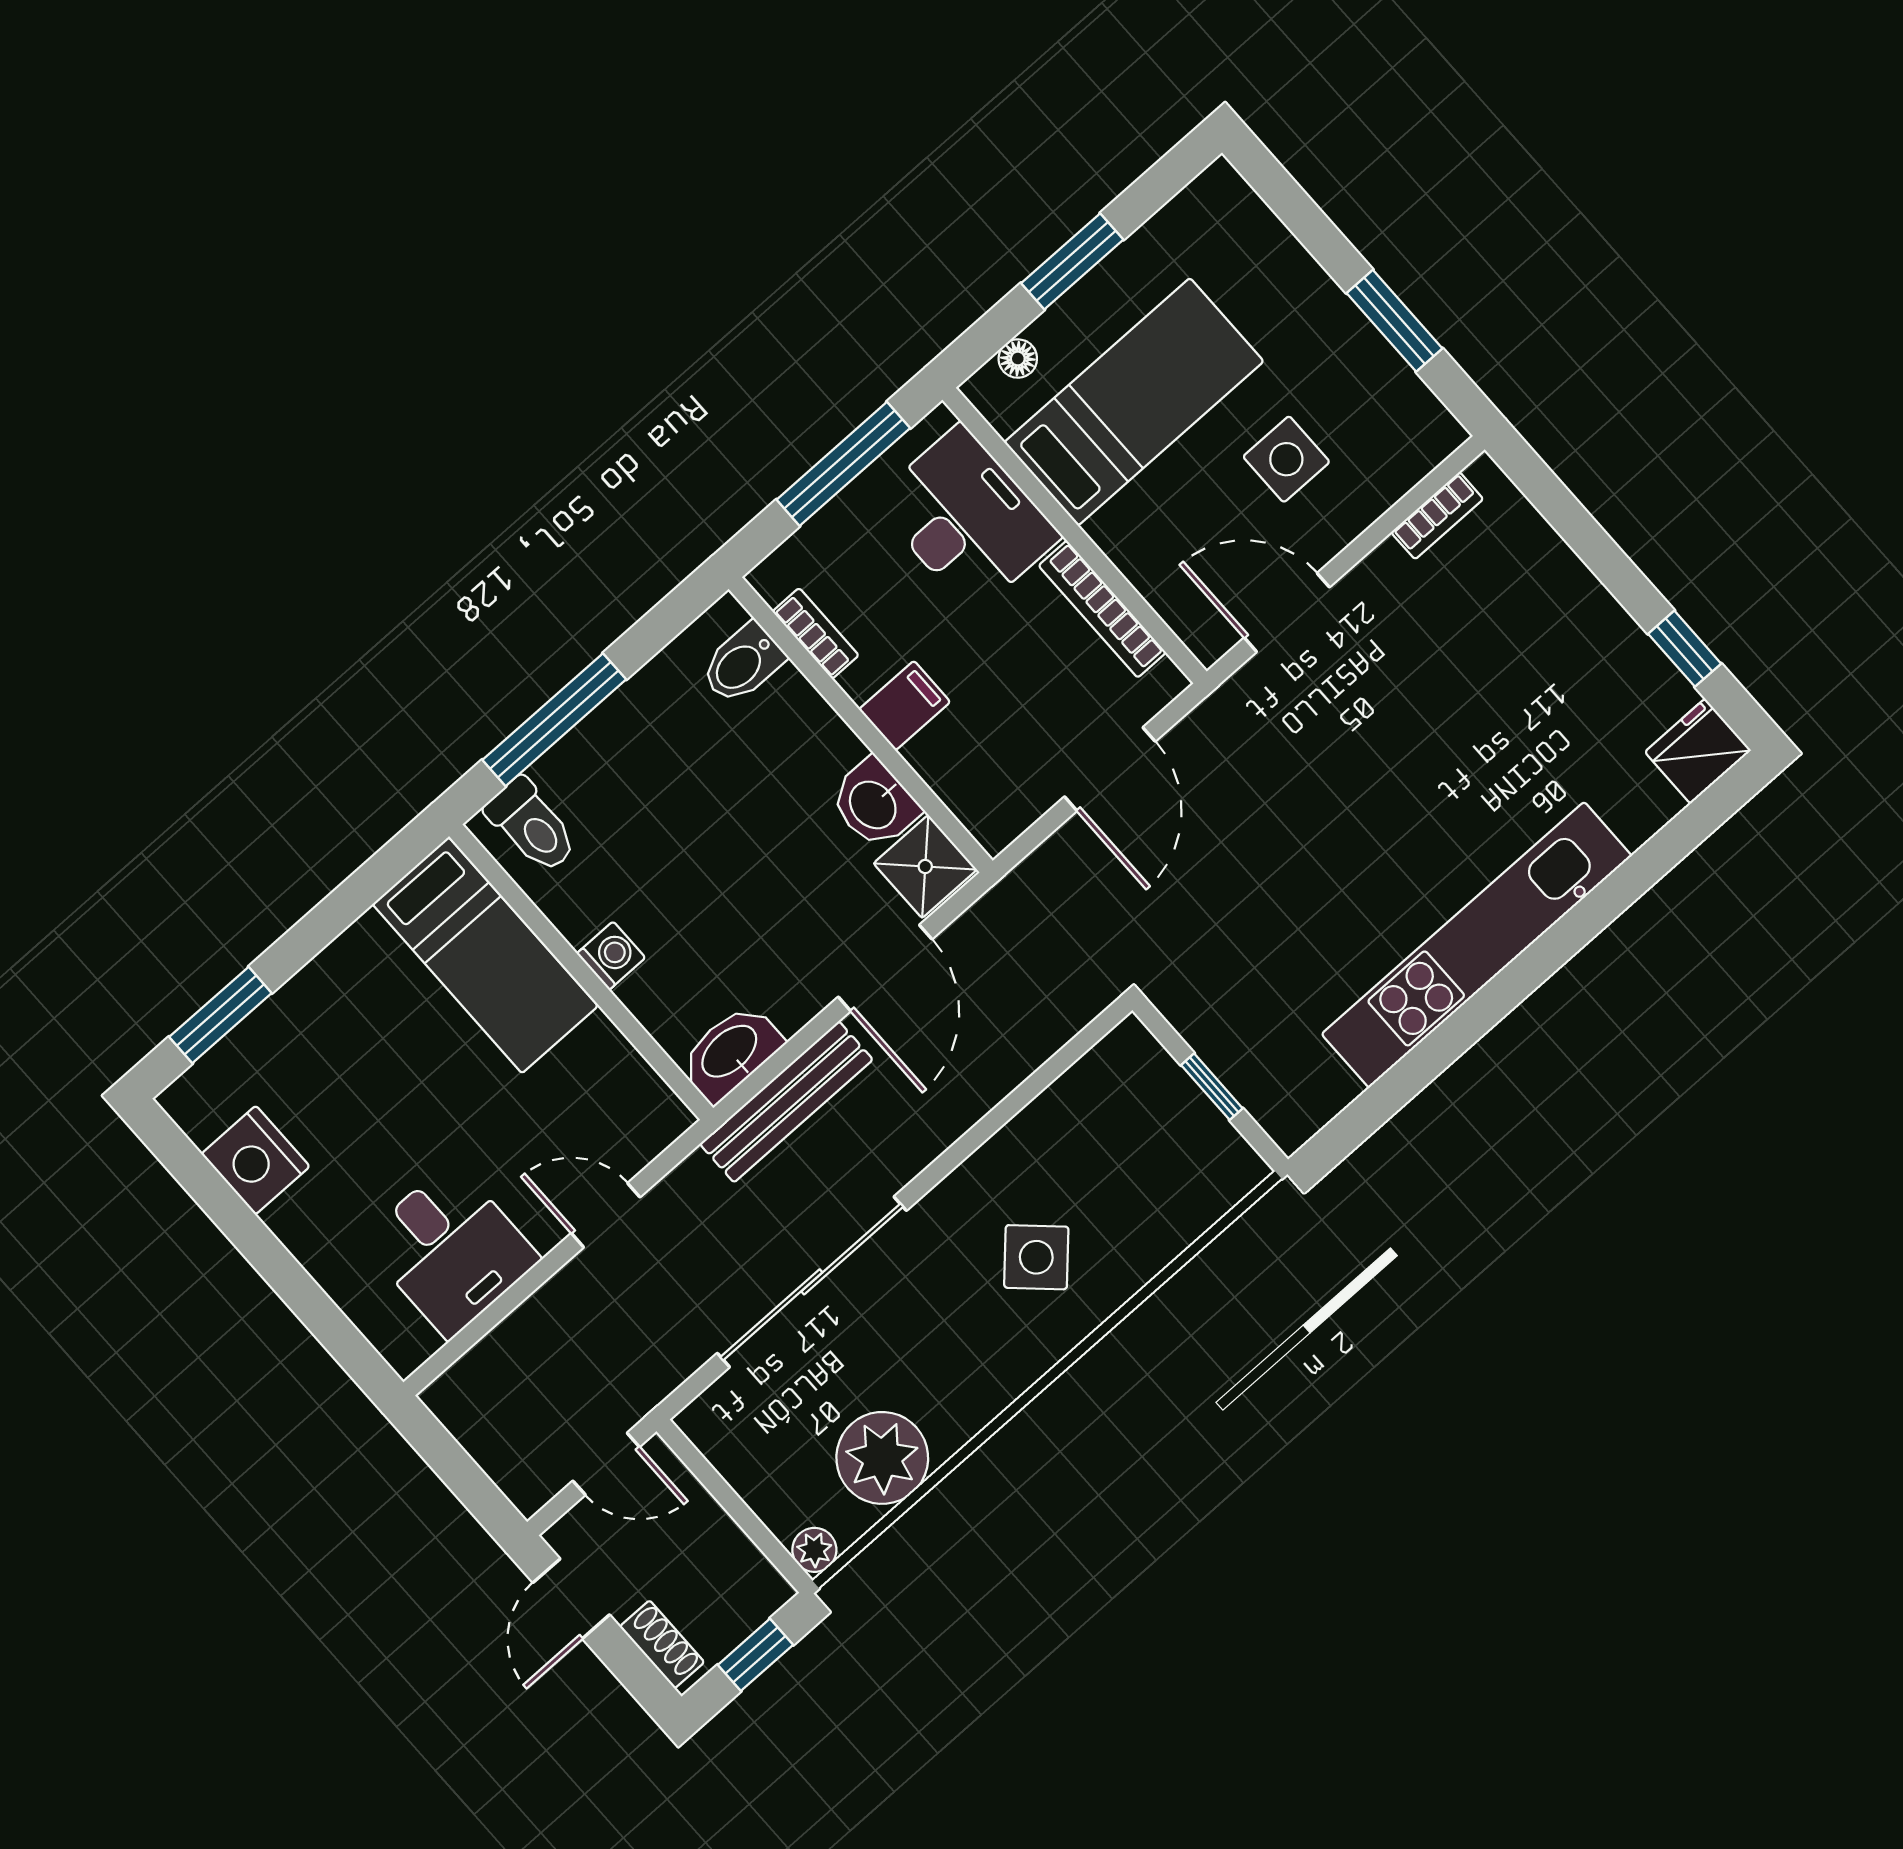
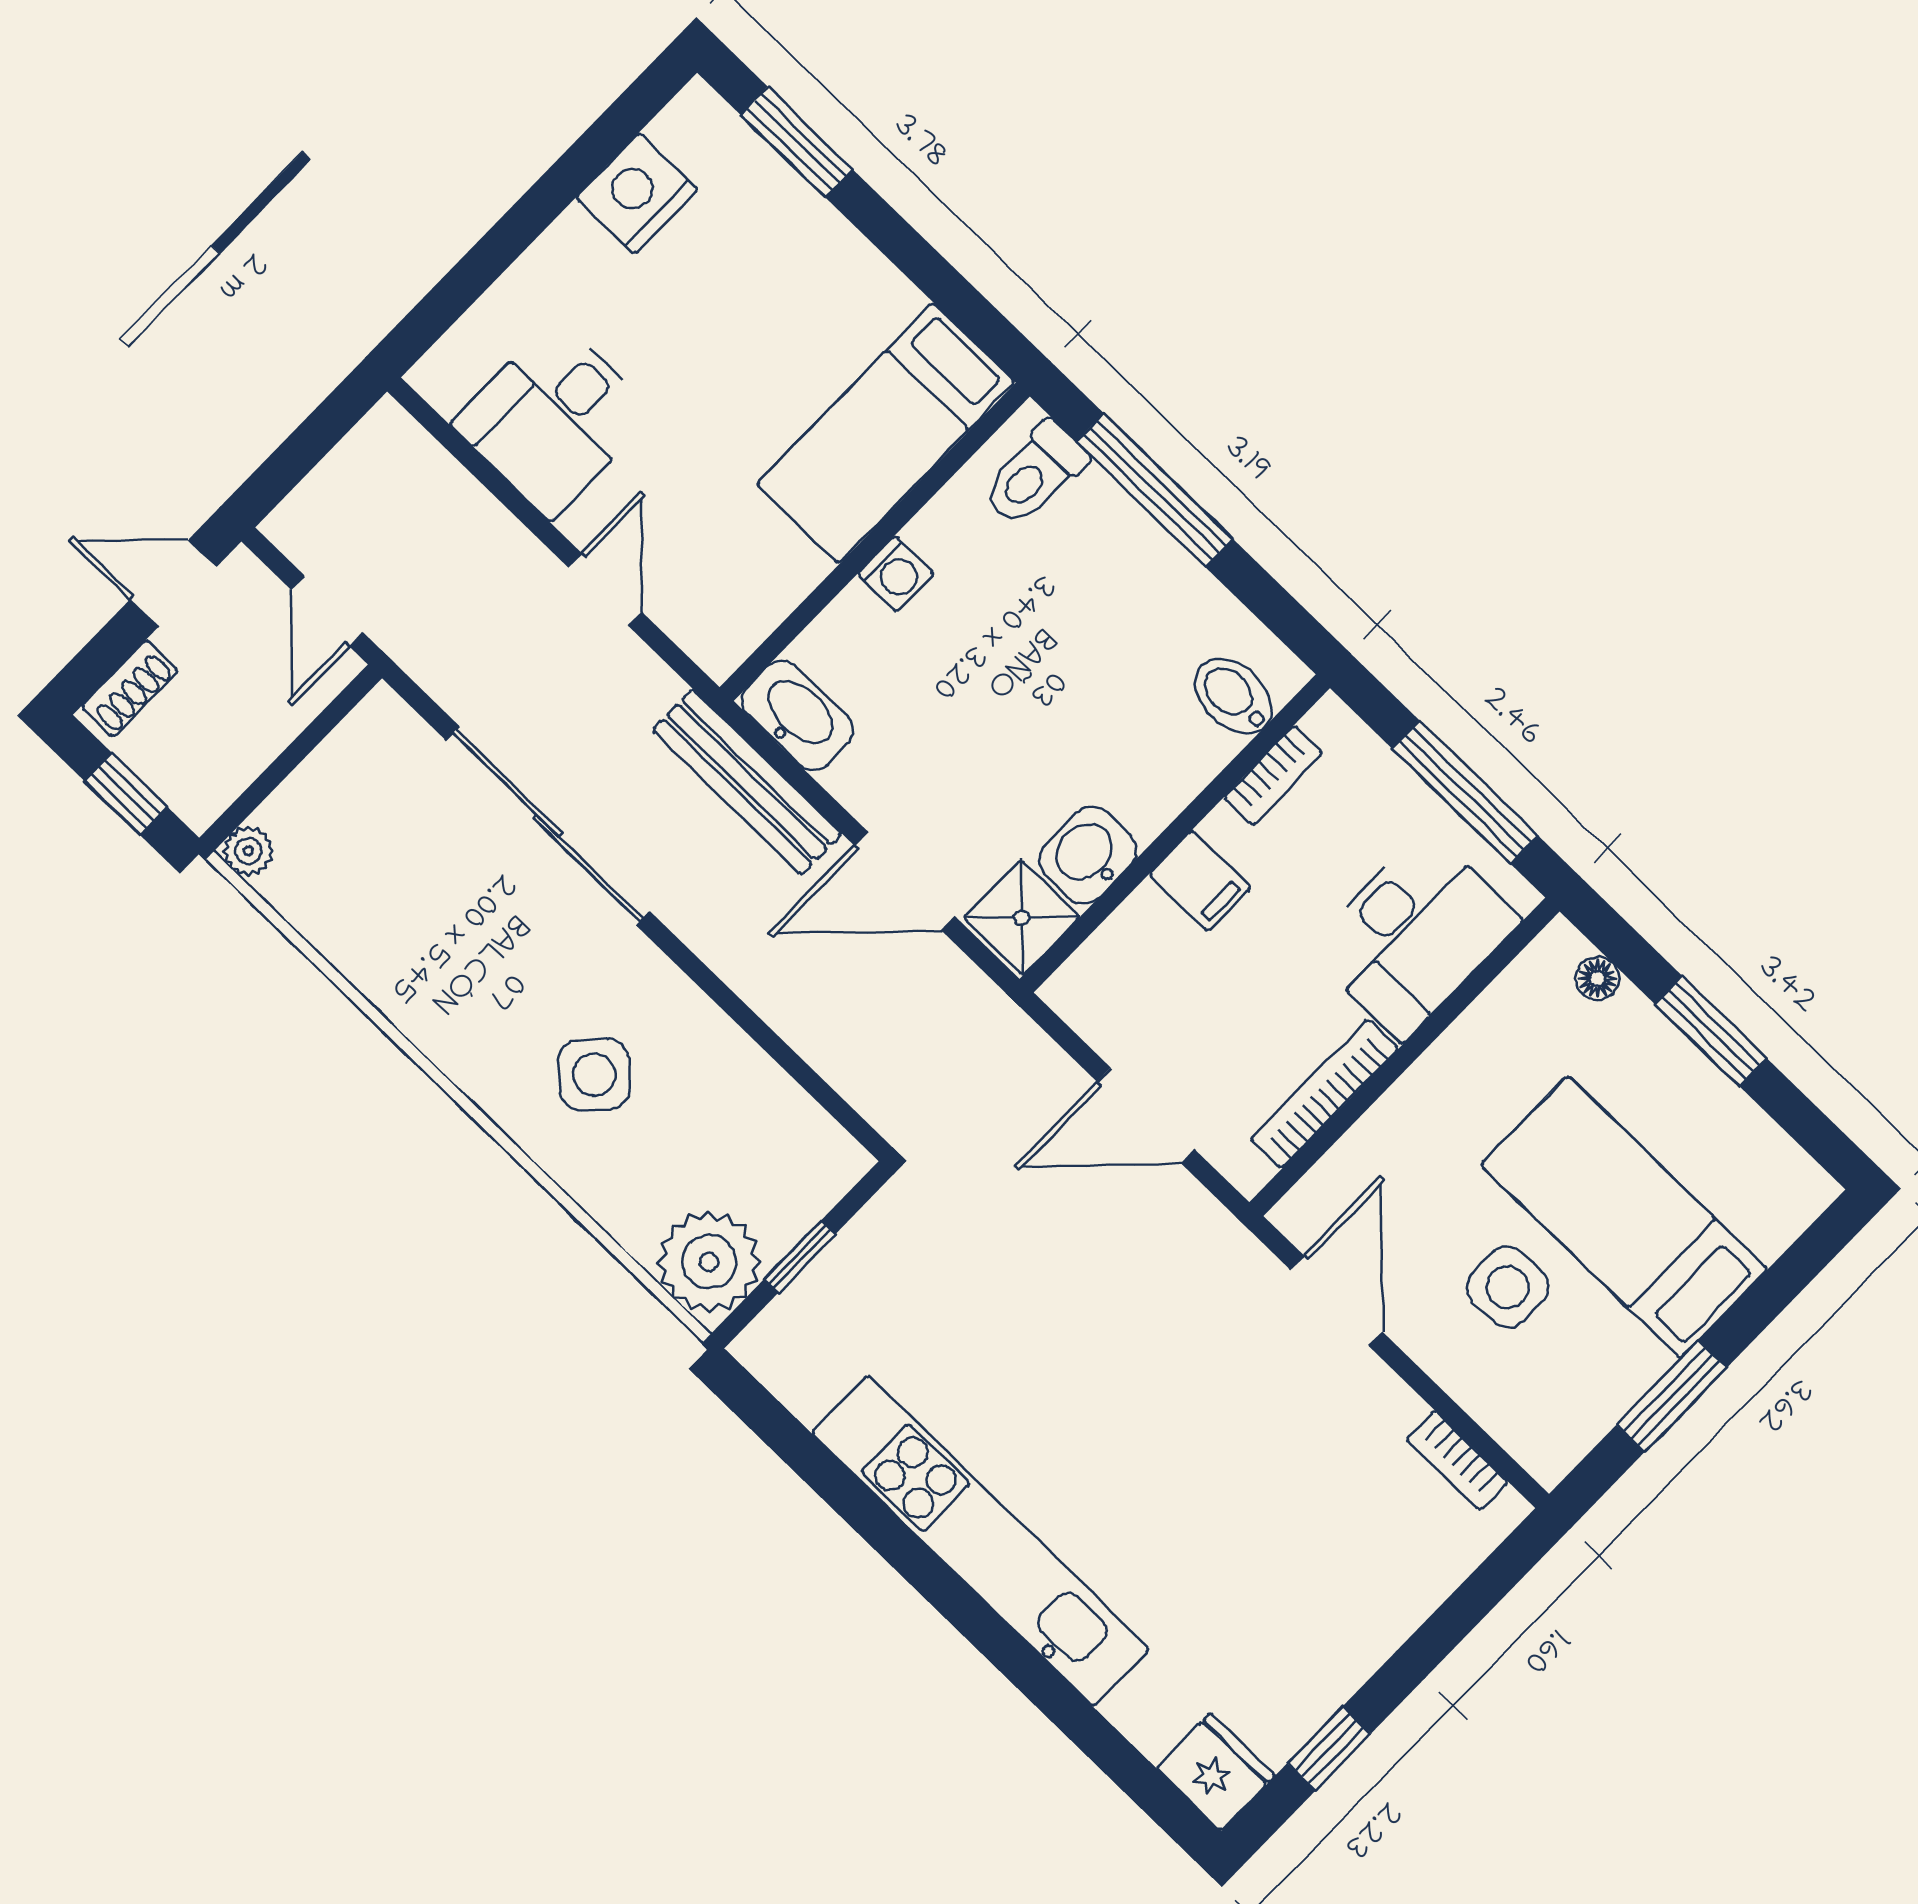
bed: (1134, 402) -> (1624, 1217), moved, turned 180
plant: (882, 1458) -> (709, 1262), moved

